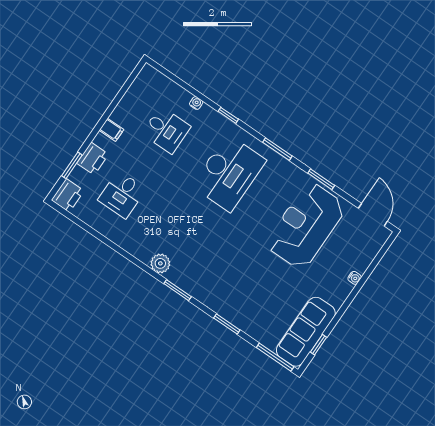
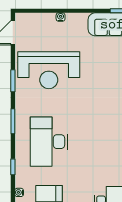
desk: (229, 173) -> (49, 142), turned -90

